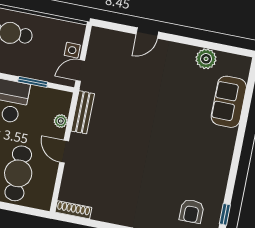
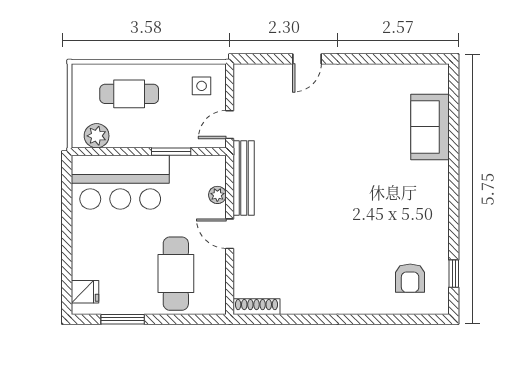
side table: (72, 50) -> (202, 86), moved
plant: (206, 59) -> (390, 77), removed
bench: (83, 112) -> (244, 178), width x1.36

